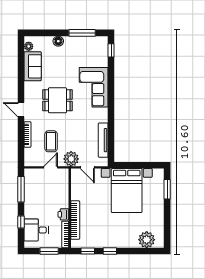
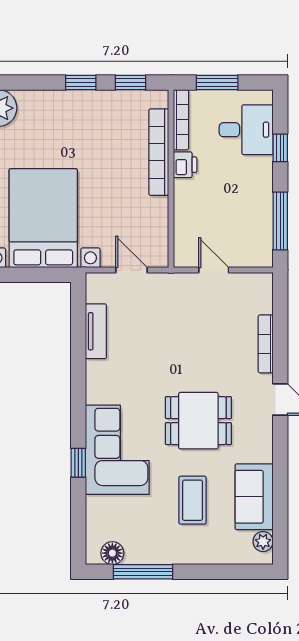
floor lamp: (58, 41) -> (112, 553), moved
window: (111, 50) -> (78, 463), moved
tv unit: (103, 140) -> (96, 331), width x0.71
coffee table: (51, 141) -> (192, 500), moved
plant: (71, 159) -> (168, 289), removed
door: (51, 167) -> (214, 270), swing flipped

